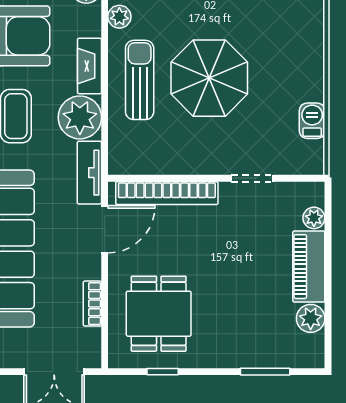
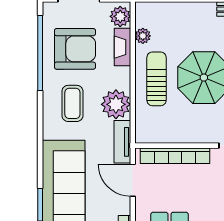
fireplace: (90, 66) -> (122, 47), moved
door: (105, 229) -> (133, 180), swing flipped

